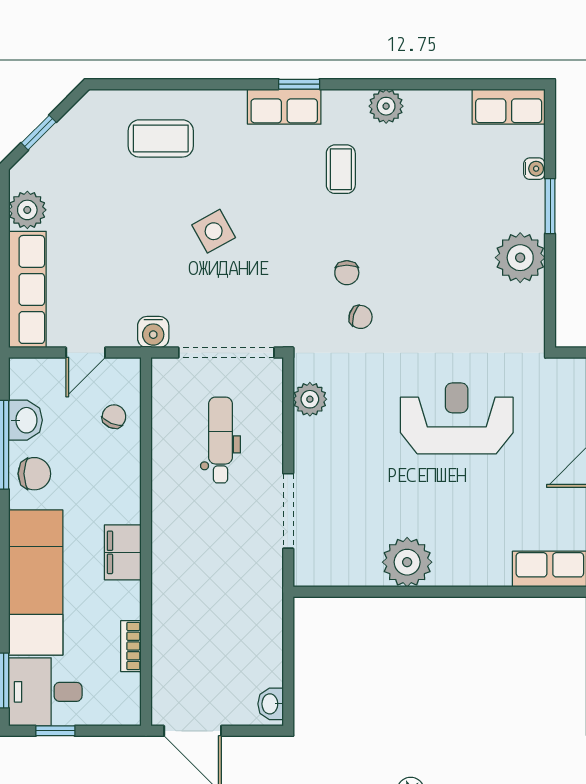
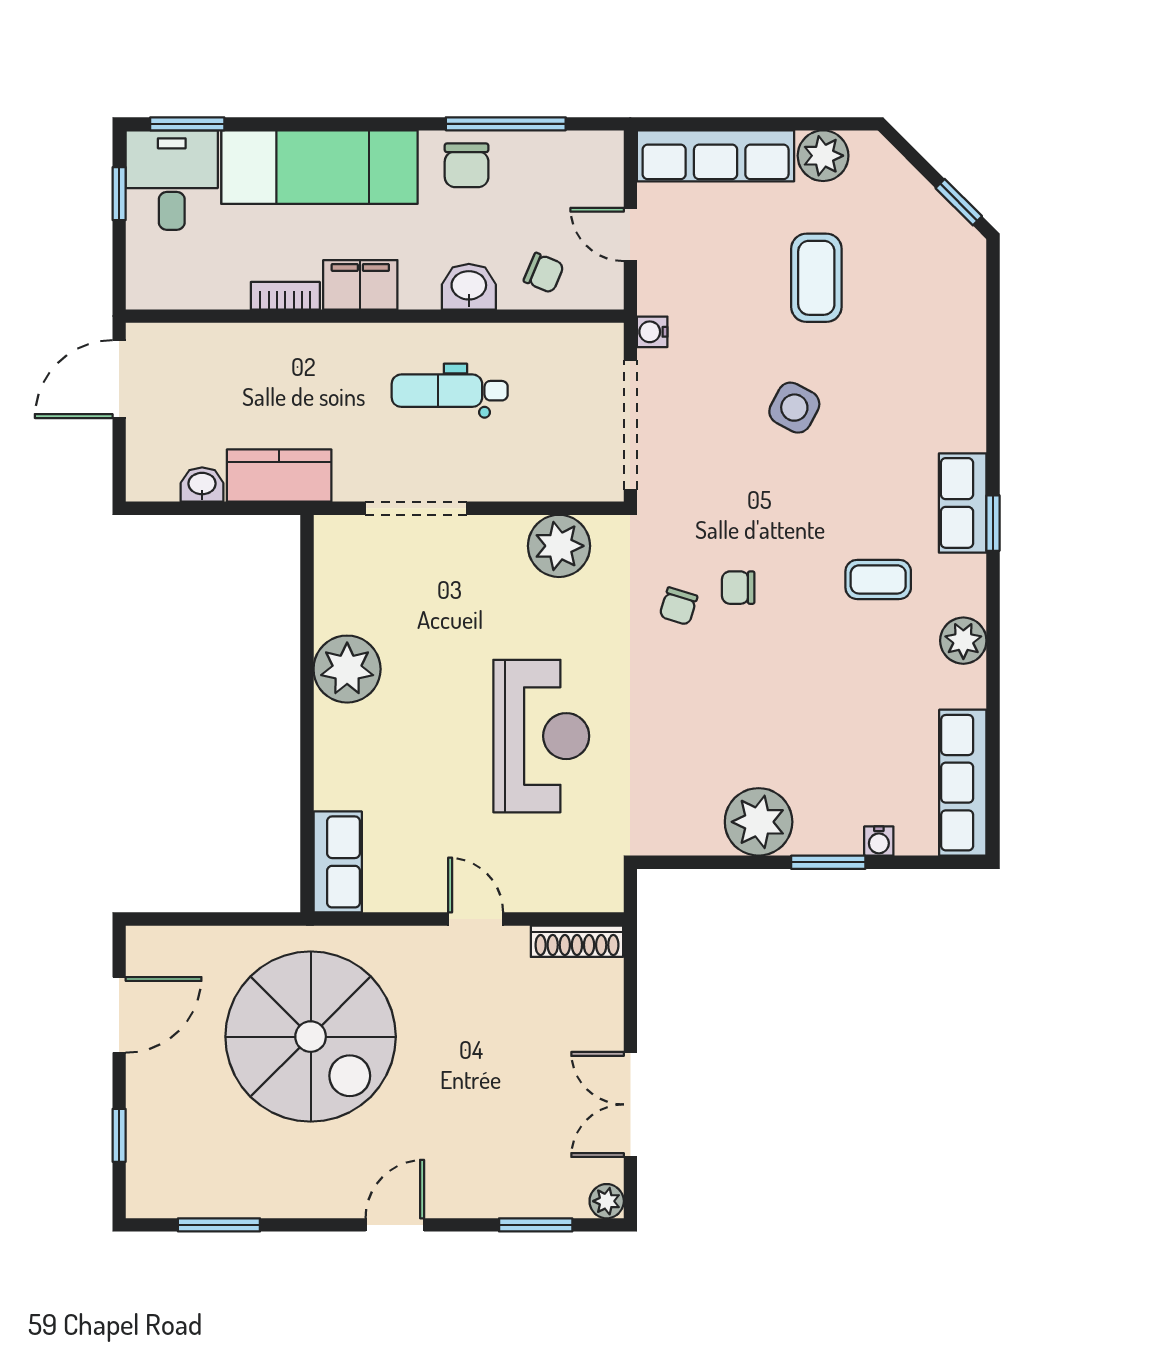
row of seats: (509, 107) -> (963, 783), width x1.48
window: (39, 133) -> (959, 202), moved
coffee table: (161, 138) -> (816, 278), moved
side table: (214, 231) -> (794, 408), turned -33
water cooler: (153, 332) -> (652, 332), width x0.72, depth x0.72
plant: (310, 399) -> (559, 546), width x1.36, depth x1.36
washbasin: (25, 420) -> (469, 287), moved, turned 180
dental chair: (221, 440) -> (450, 391), moved, turned 180
kitchen counter: (264, 612) -> (279, 476), added
bookcase: (131, 646) -> (285, 296), moved
washbasin: (271, 704) -> (202, 485), moved

